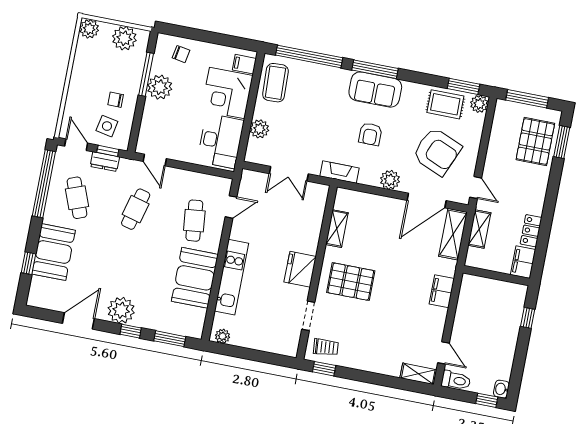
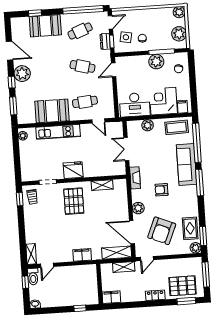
sofa: (375, 90) -> (186, 165), moved, width x1.36
locker: (531, 231) -> (155, 295), moved
window: (487, 400) -> (25, 282), moved

